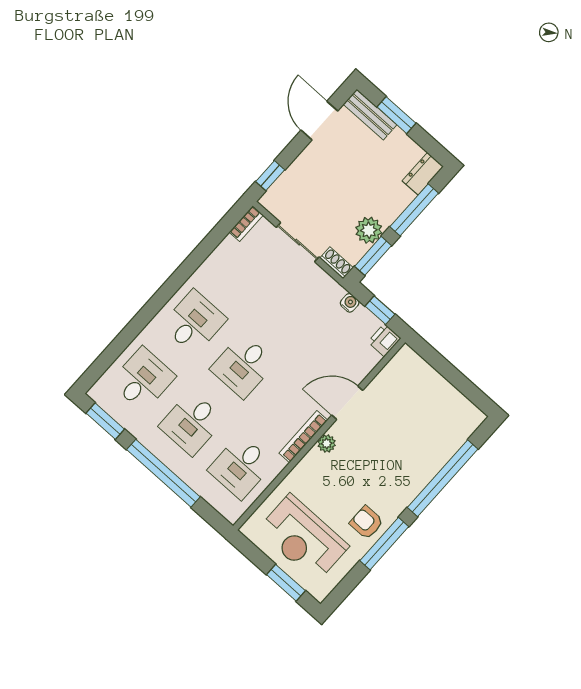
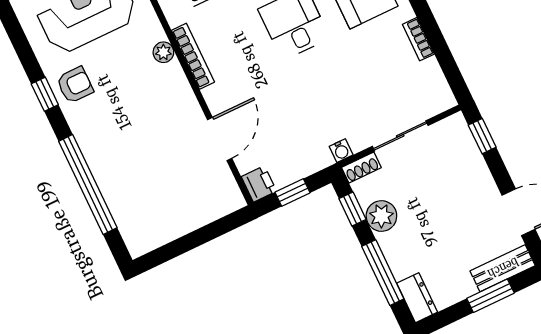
bookcase: (246, 224) -> (418, 39), moved
window: (373, 256) -> (352, 209), width x0.67
water cooler: (350, 303) -> (341, 151), moved
door: (347, 403) -> (220, 139), moved
plant: (327, 443) -> (163, 52), moved
window: (384, 544) -> (45, 94), width x0.46

